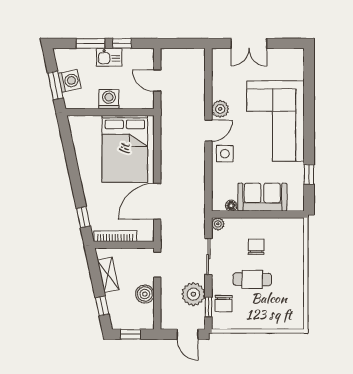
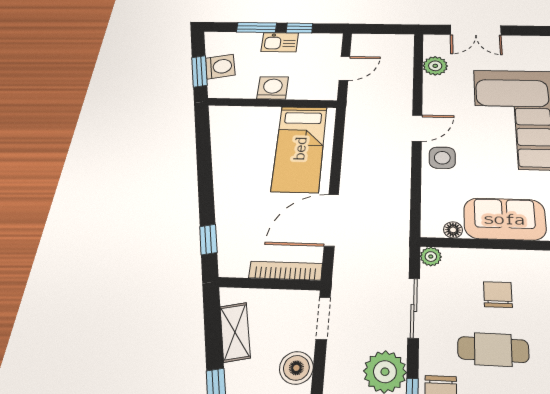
door: (157, 81) -> (344, 68), swing flipped
plant: (220, 109) -> (435, 66), moved
bed: (125, 149) -> (300, 148), width x0.67
bookcase: (115, 236) -> (286, 271), moved

